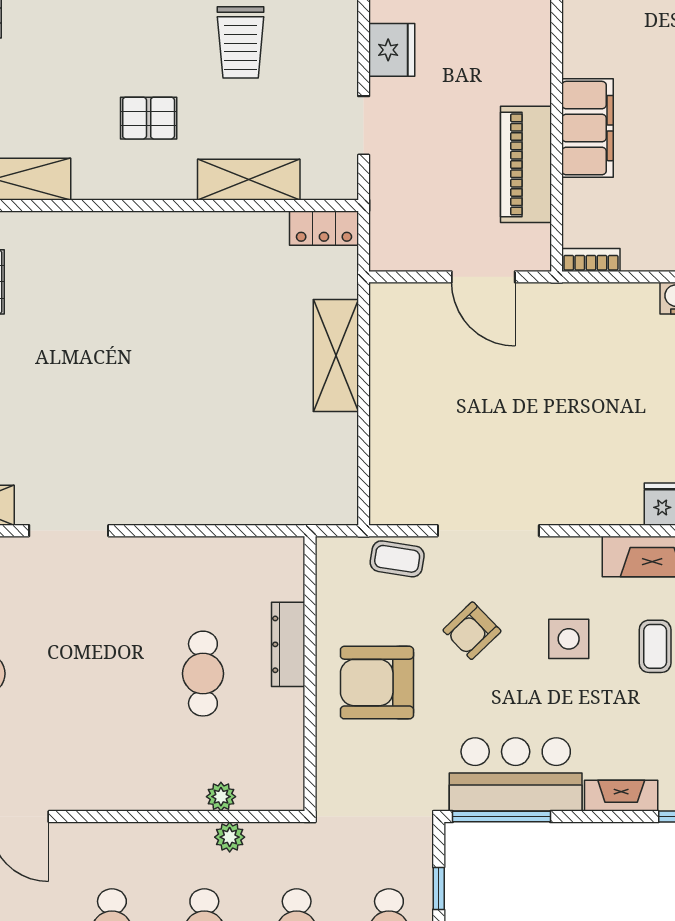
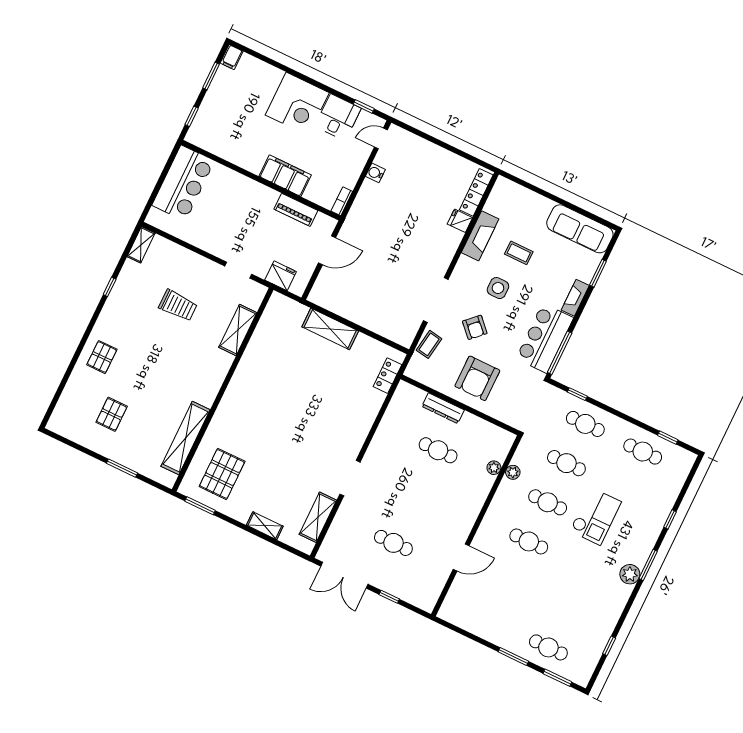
fridge: (392, 50) -> (281, 276), moved
pallet: (149, 118) -> (191, 360), removed
piano: (526, 164) -> (296, 210), width x0.73, depth x0.75
locker: (324, 228) -> (387, 376), moved, turned 180

